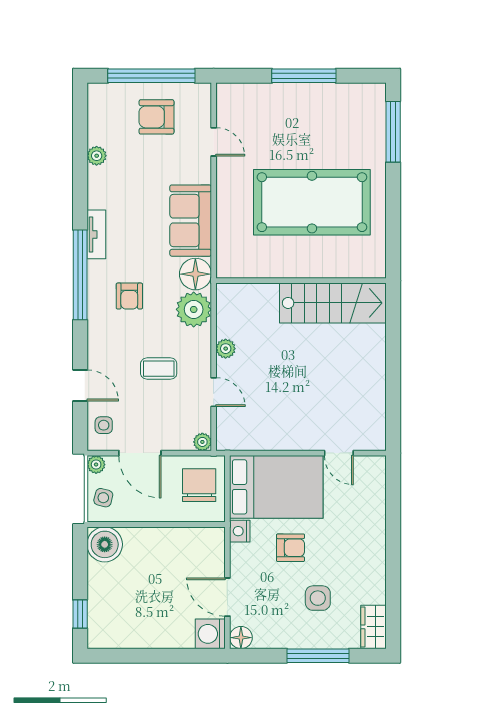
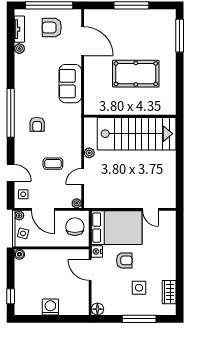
door: (214, 142) -> (83, 41), width x1.87
pool table: (312, 202) -> (136, 74), width x0.73, depth x0.76
tv unit: (96, 234) -> (19, 29), moved
floor lamp: (195, 274) -> (73, 113), removed
stairs: (333, 303) -> (137, 134), width x1.36, depth x1.51
plant: (194, 309) -> (72, 132), removed
door: (214, 392) -> (83, 176), swing flipped
boiler: (105, 544) -> (19, 254), width x0.54, depth x0.54
door: (227, 597) -> (90, 270), moved
wardrobe: (374, 627) -> (169, 292), moved
washing machine: (210, 634) -> (50, 307), moved, turned 90

